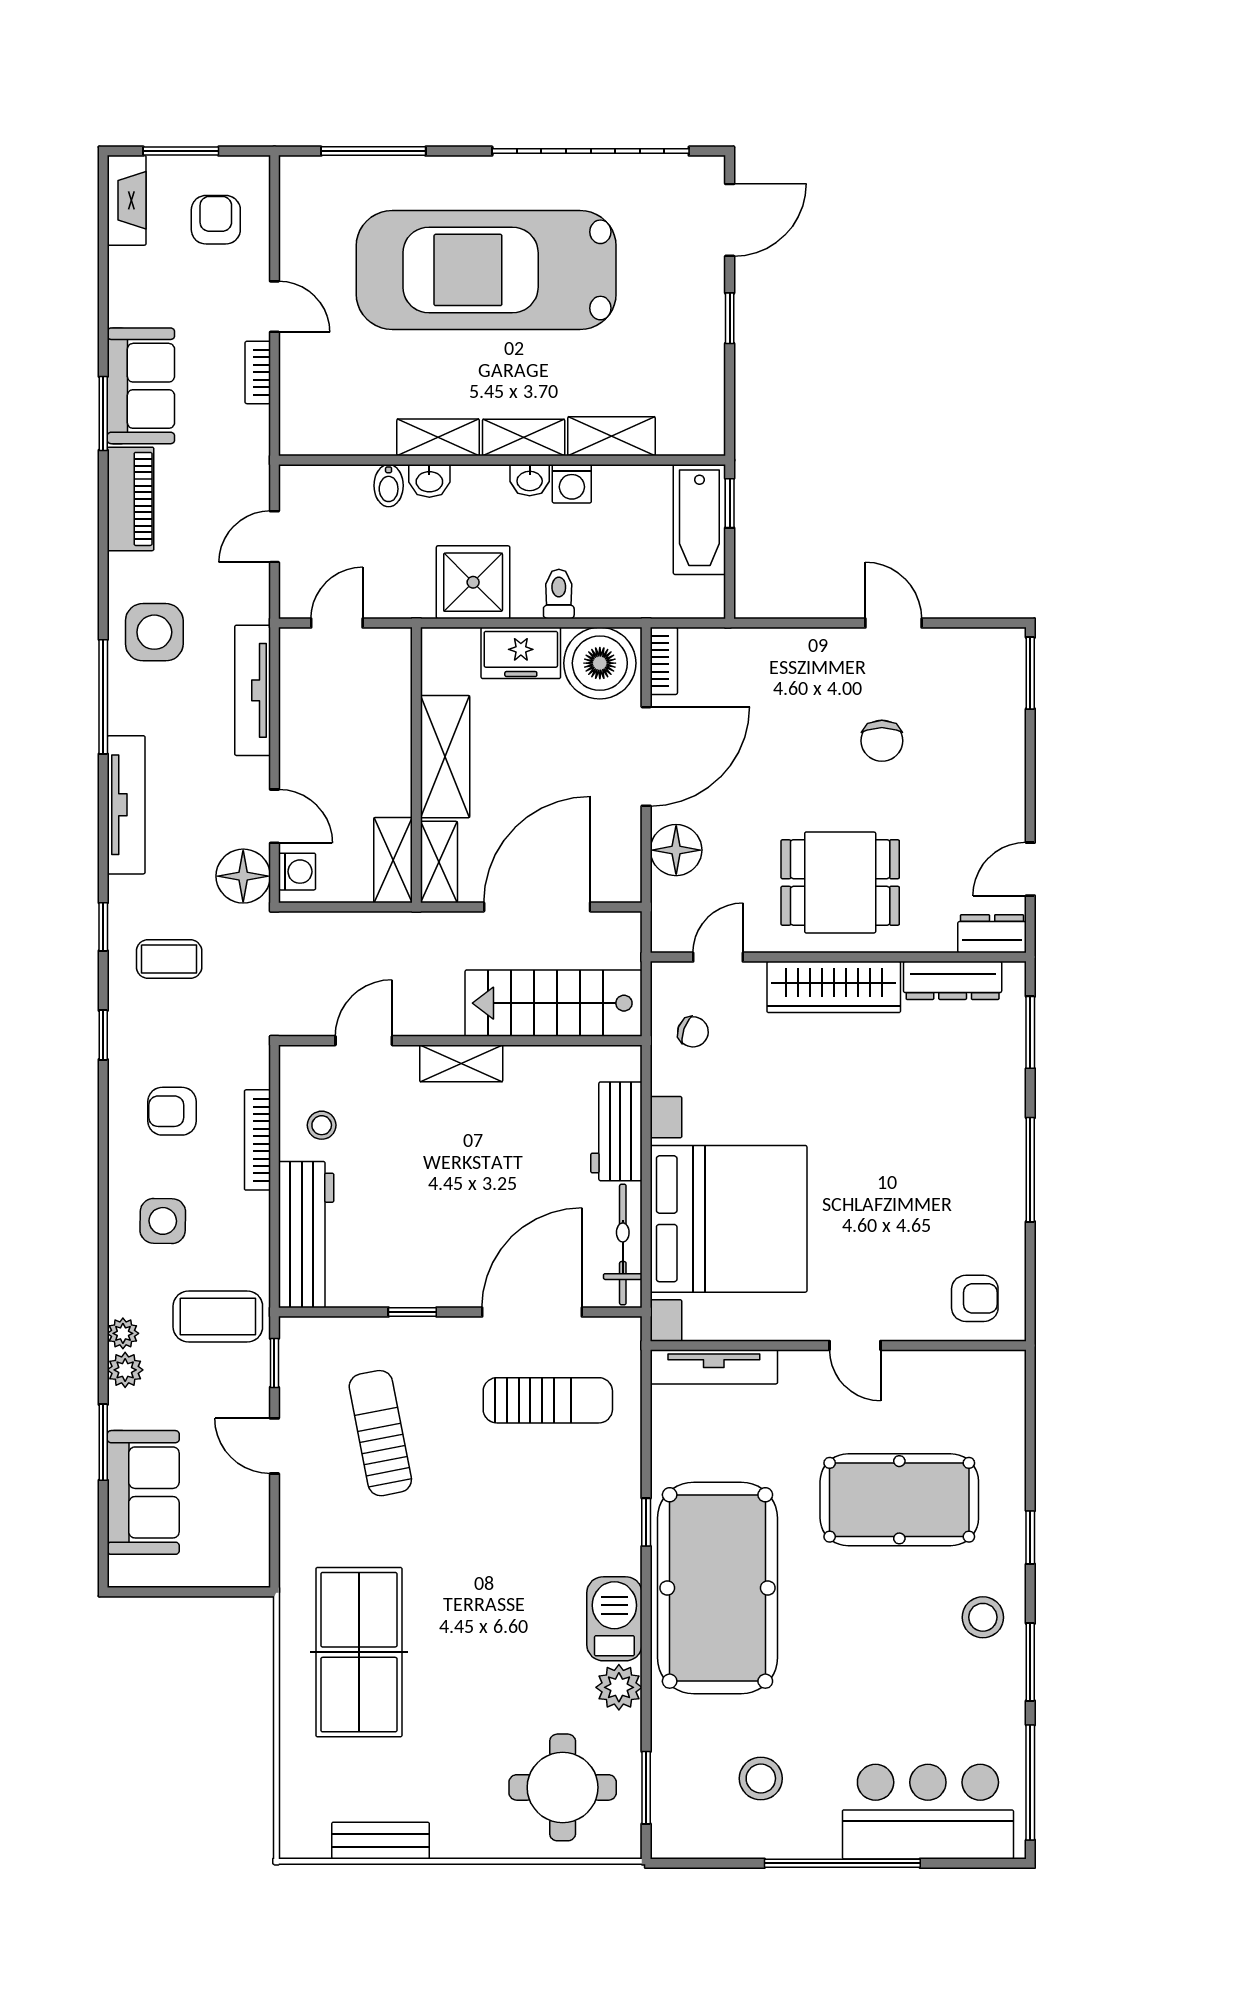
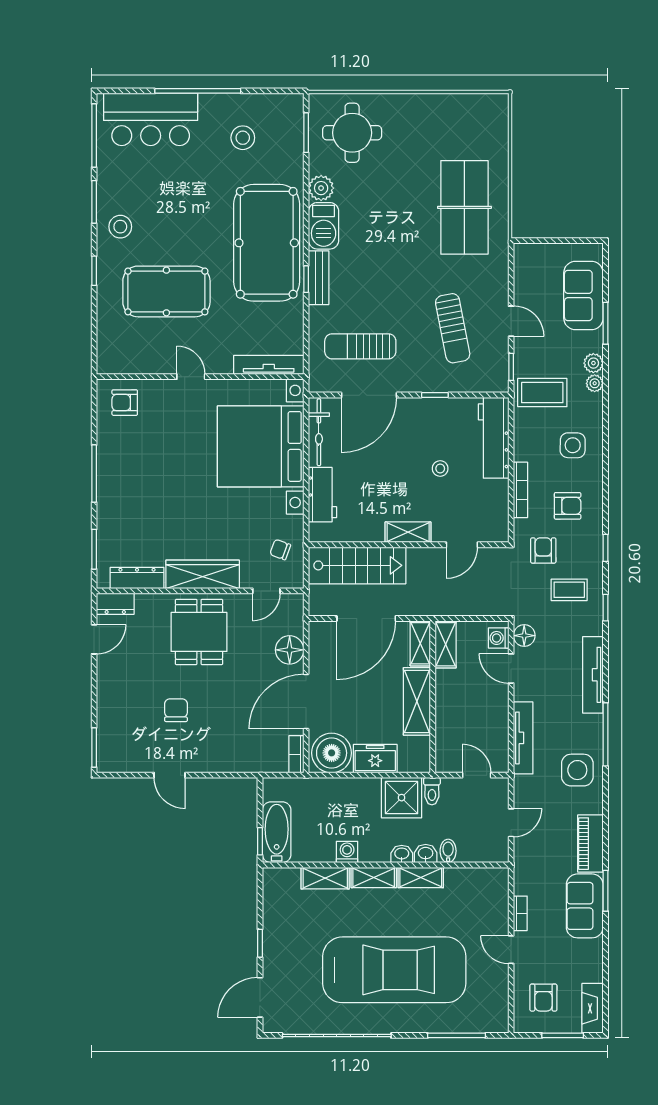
washbasin: (530, 480) -> (402, 854), moved
toilet: (559, 594) -> (432, 791), moved
door: (337, 623) -> (477, 775), swing flipped
floor lamp: (243, 876) -> (524, 636), width x0.73, depth x0.73
dining table: (840, 882) -> (199, 632), turned 90
armchair: (216, 1030) -> (543, 550), added
stool: (322, 1125) -> (440, 468), moved
bench: (381, 1841) -> (319, 278), moved, turned 90

